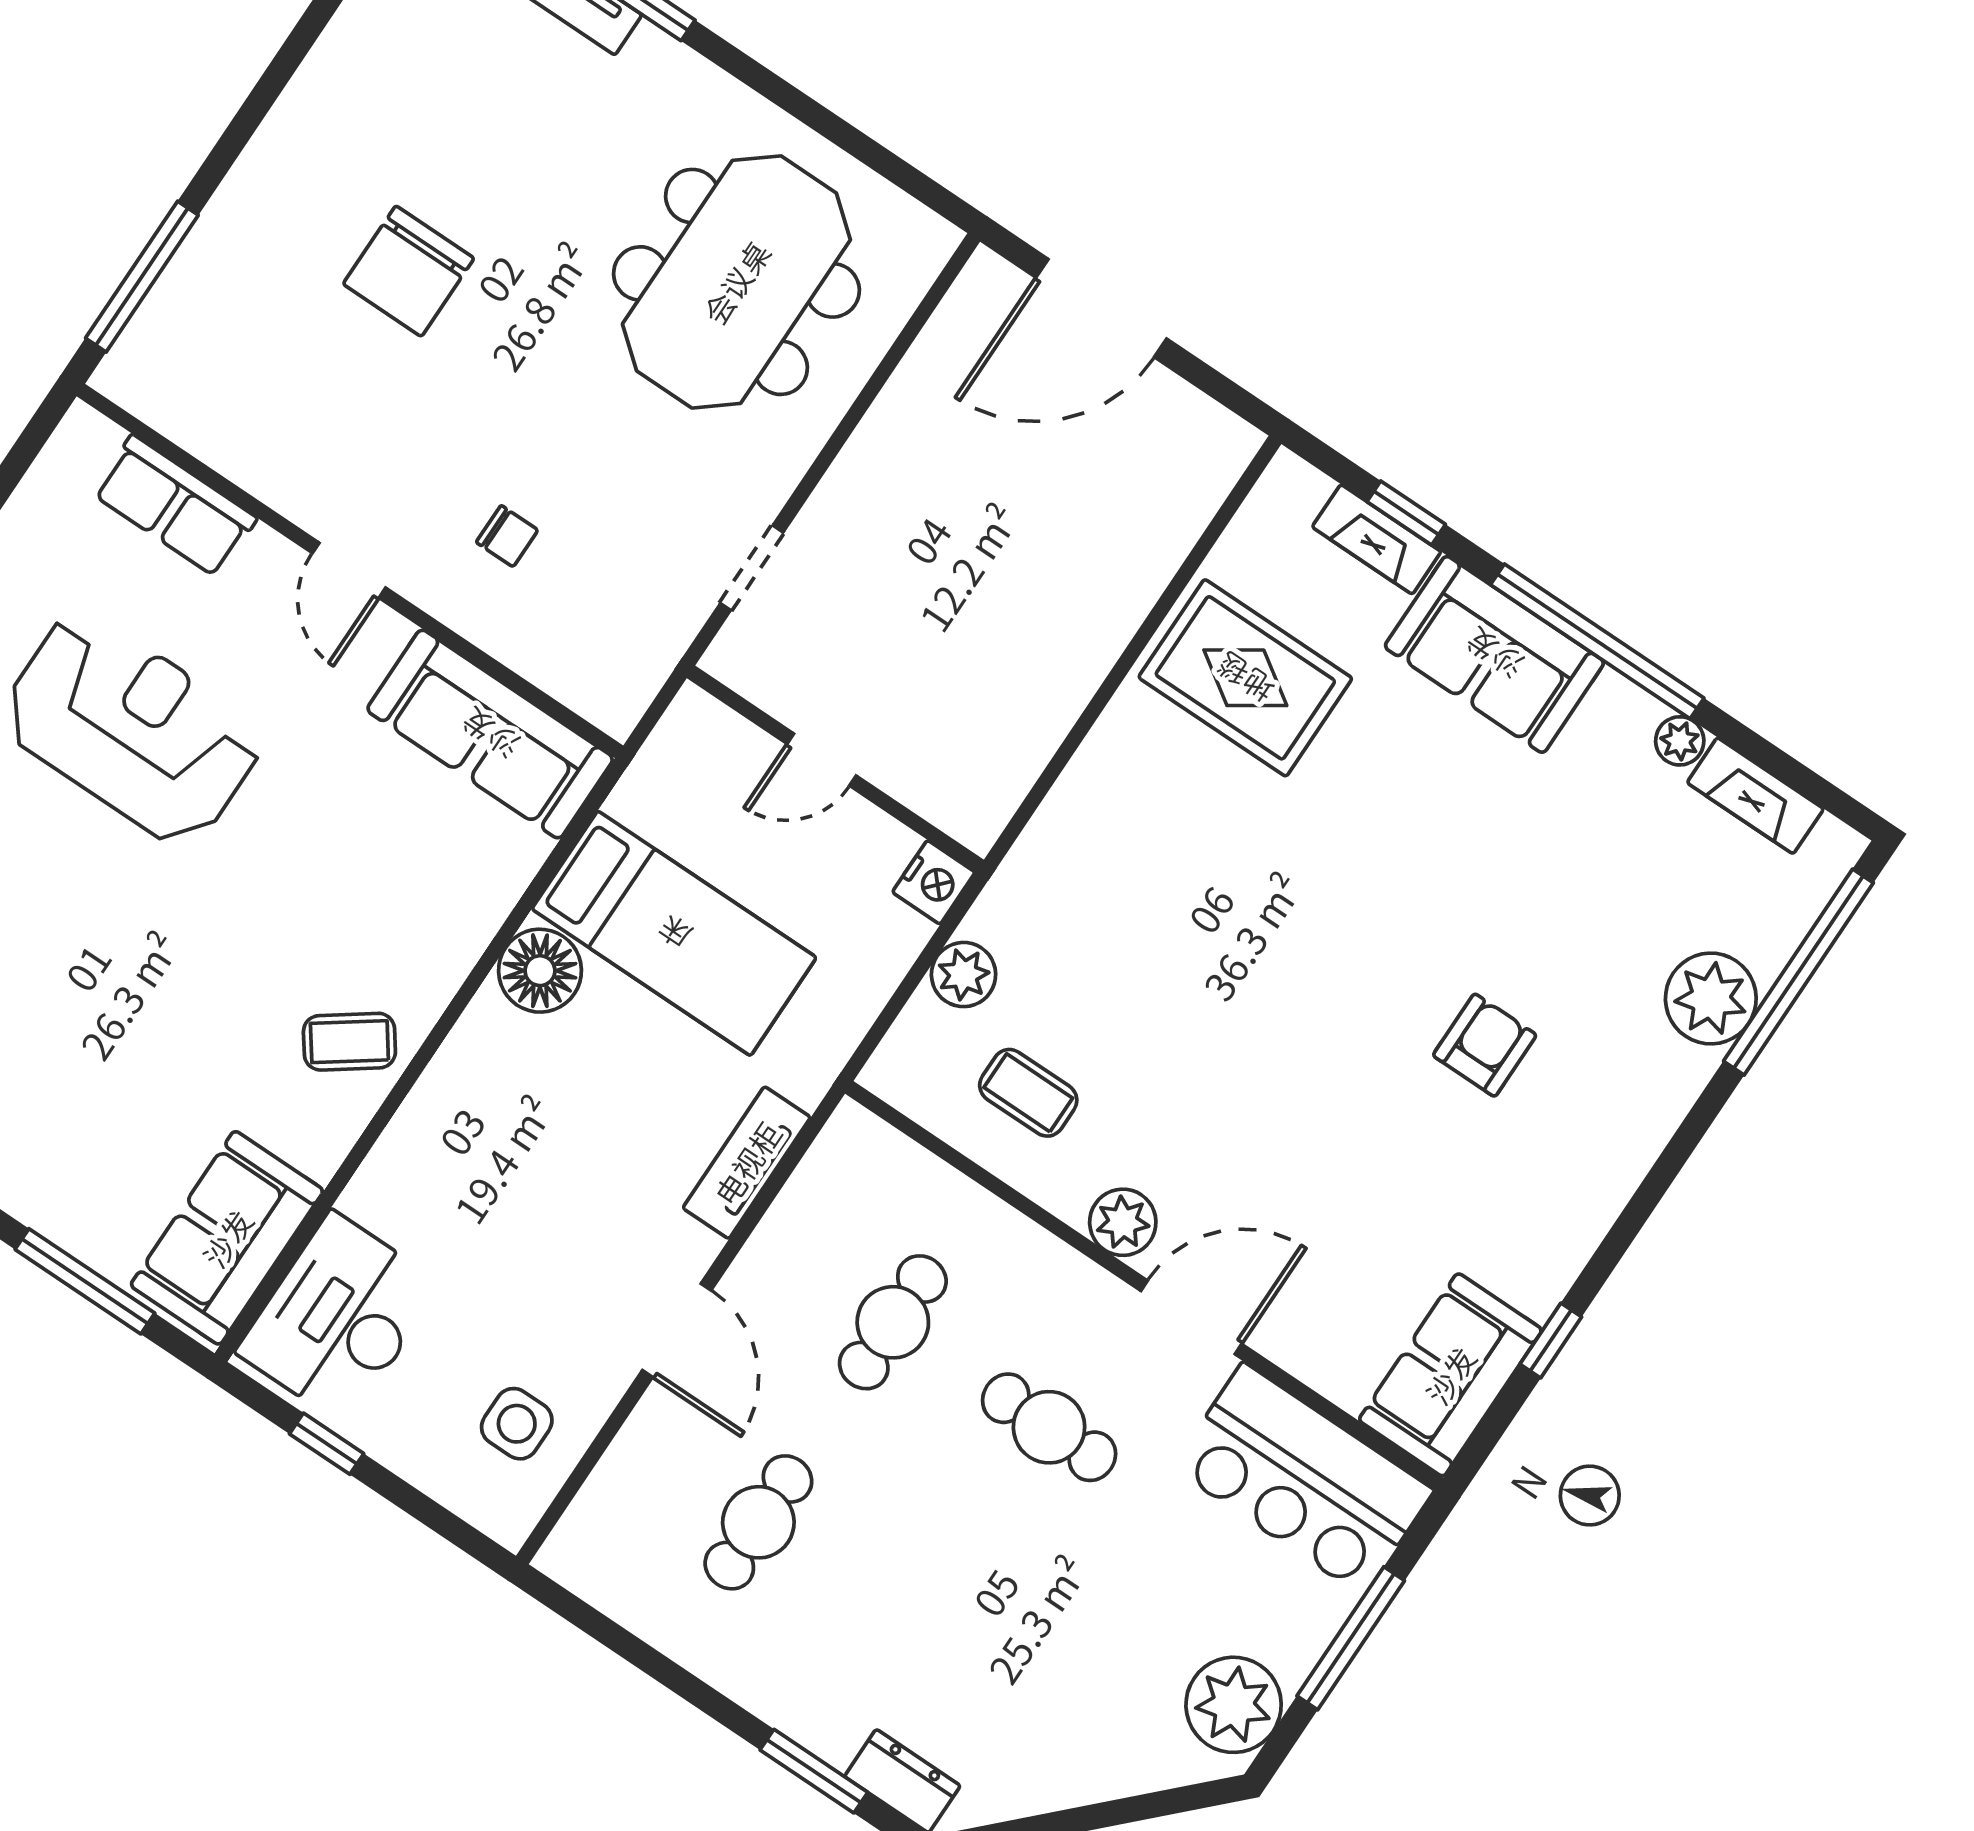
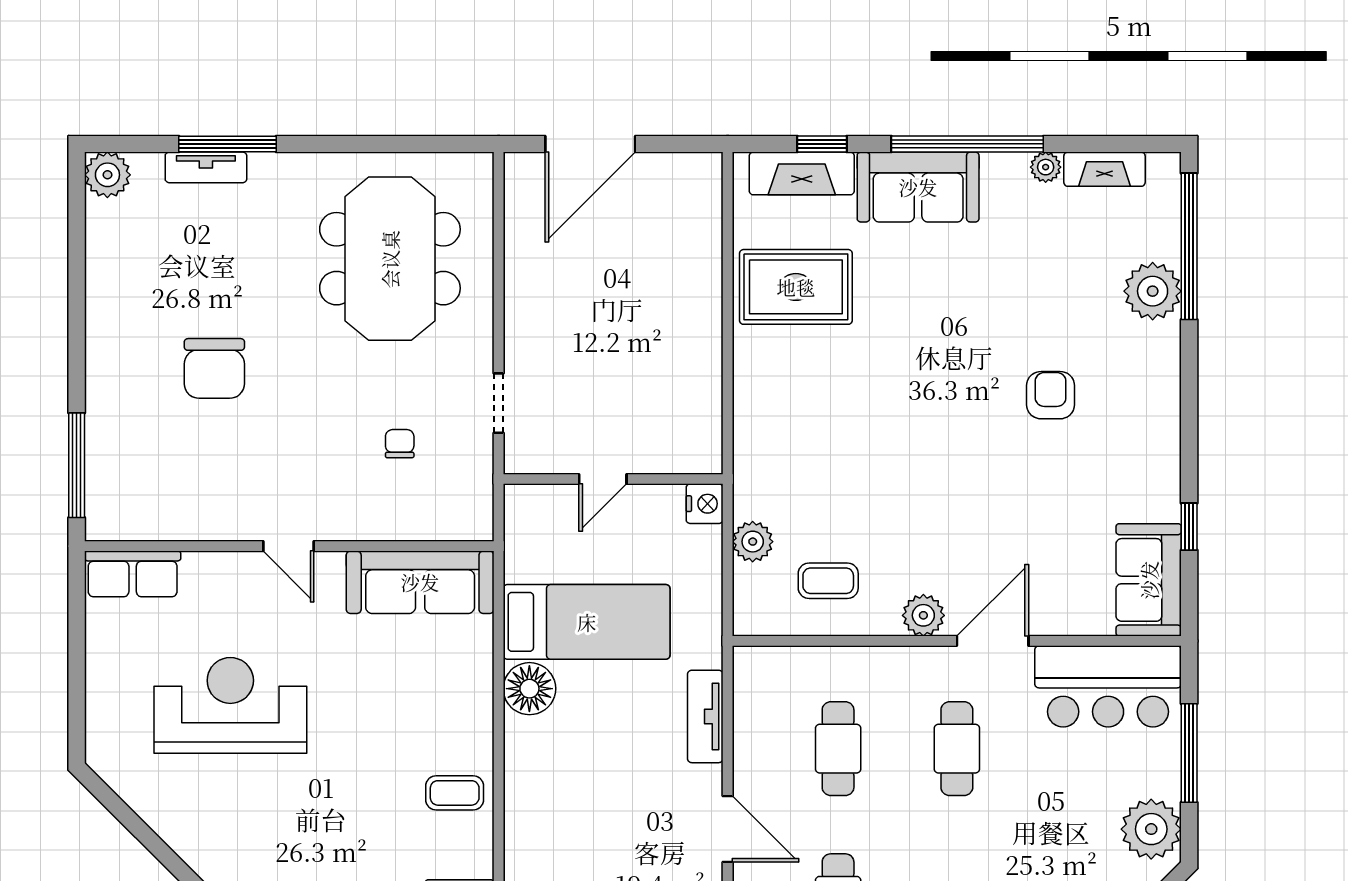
row of seats: (175, 506) -> (133, 574), moved
chair: (507, 536) -> (400, 444), moved, turned -90
fireplace: (1377, 539) -> (802, 173), width x1.37, depth x1.32
coffee table: (349, 1042) -> (455, 793), turned 36
cafe table: (1049, 1427) -> (957, 749), turned 90

